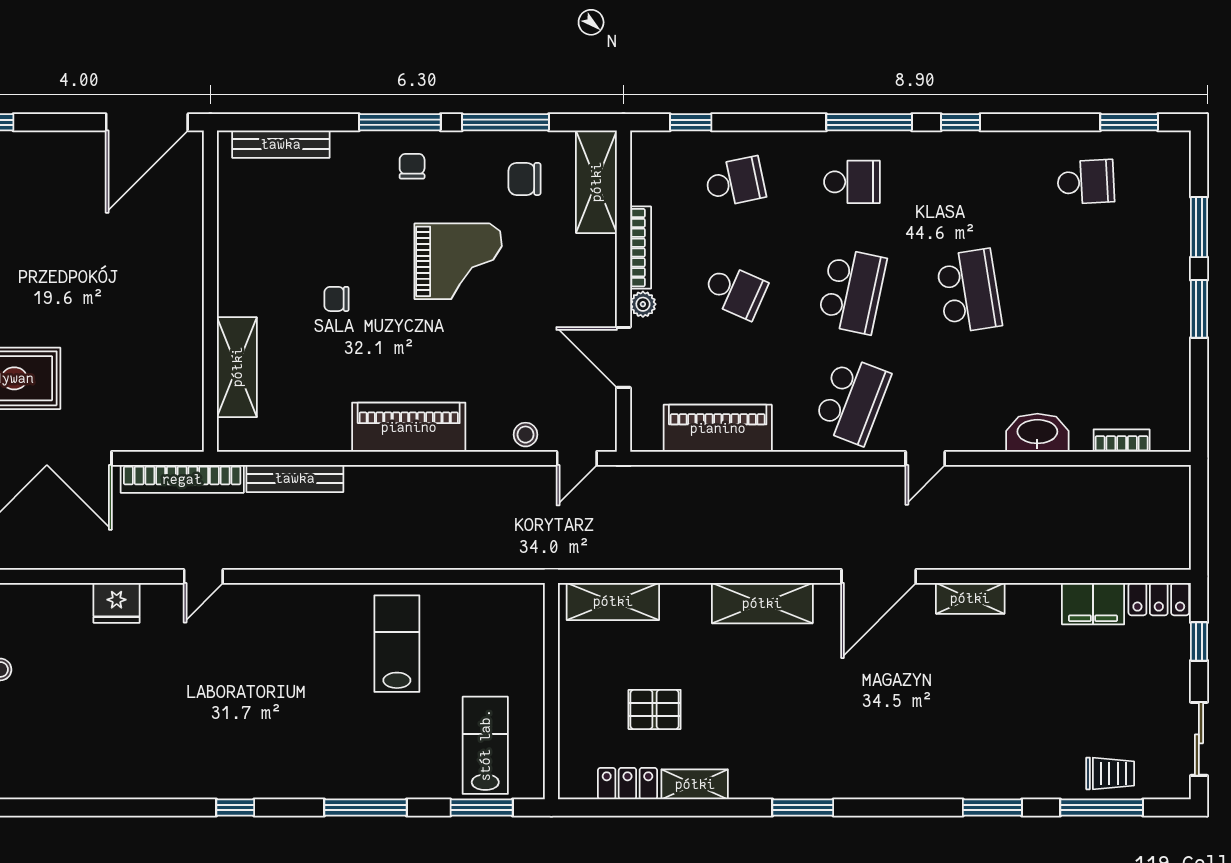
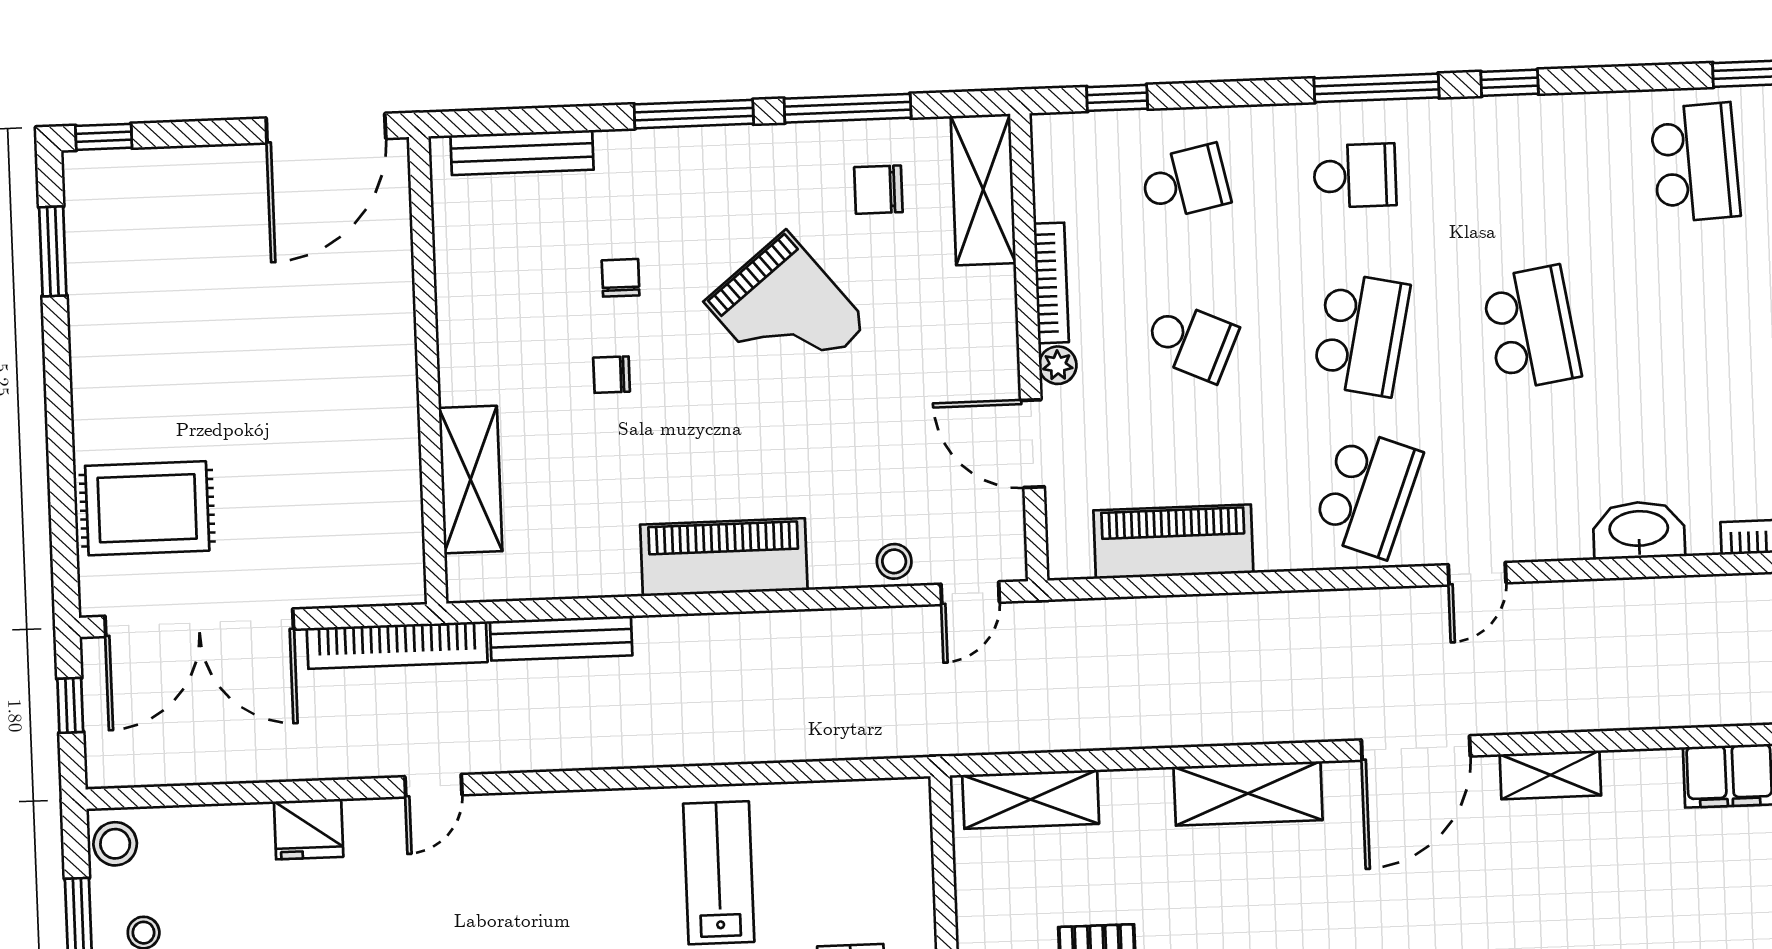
chair: (412, 166) -> (621, 278), moved
school desk: (1086, 182) -> (1695, 163), width x1.85
grand piano: (458, 261) -> (786, 313), turned 51

